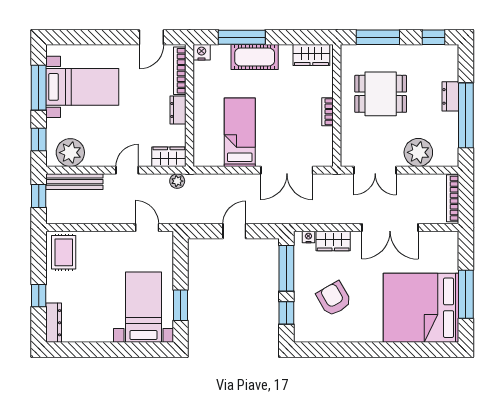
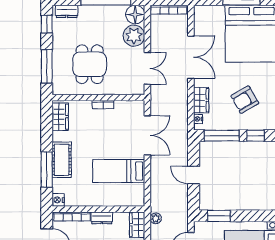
dresser: (450, 96) -> (67, 11), moved
floor lamp: (446, 154) -> (135, 14), added
window: (180, 305) -> (219, 216), moved

